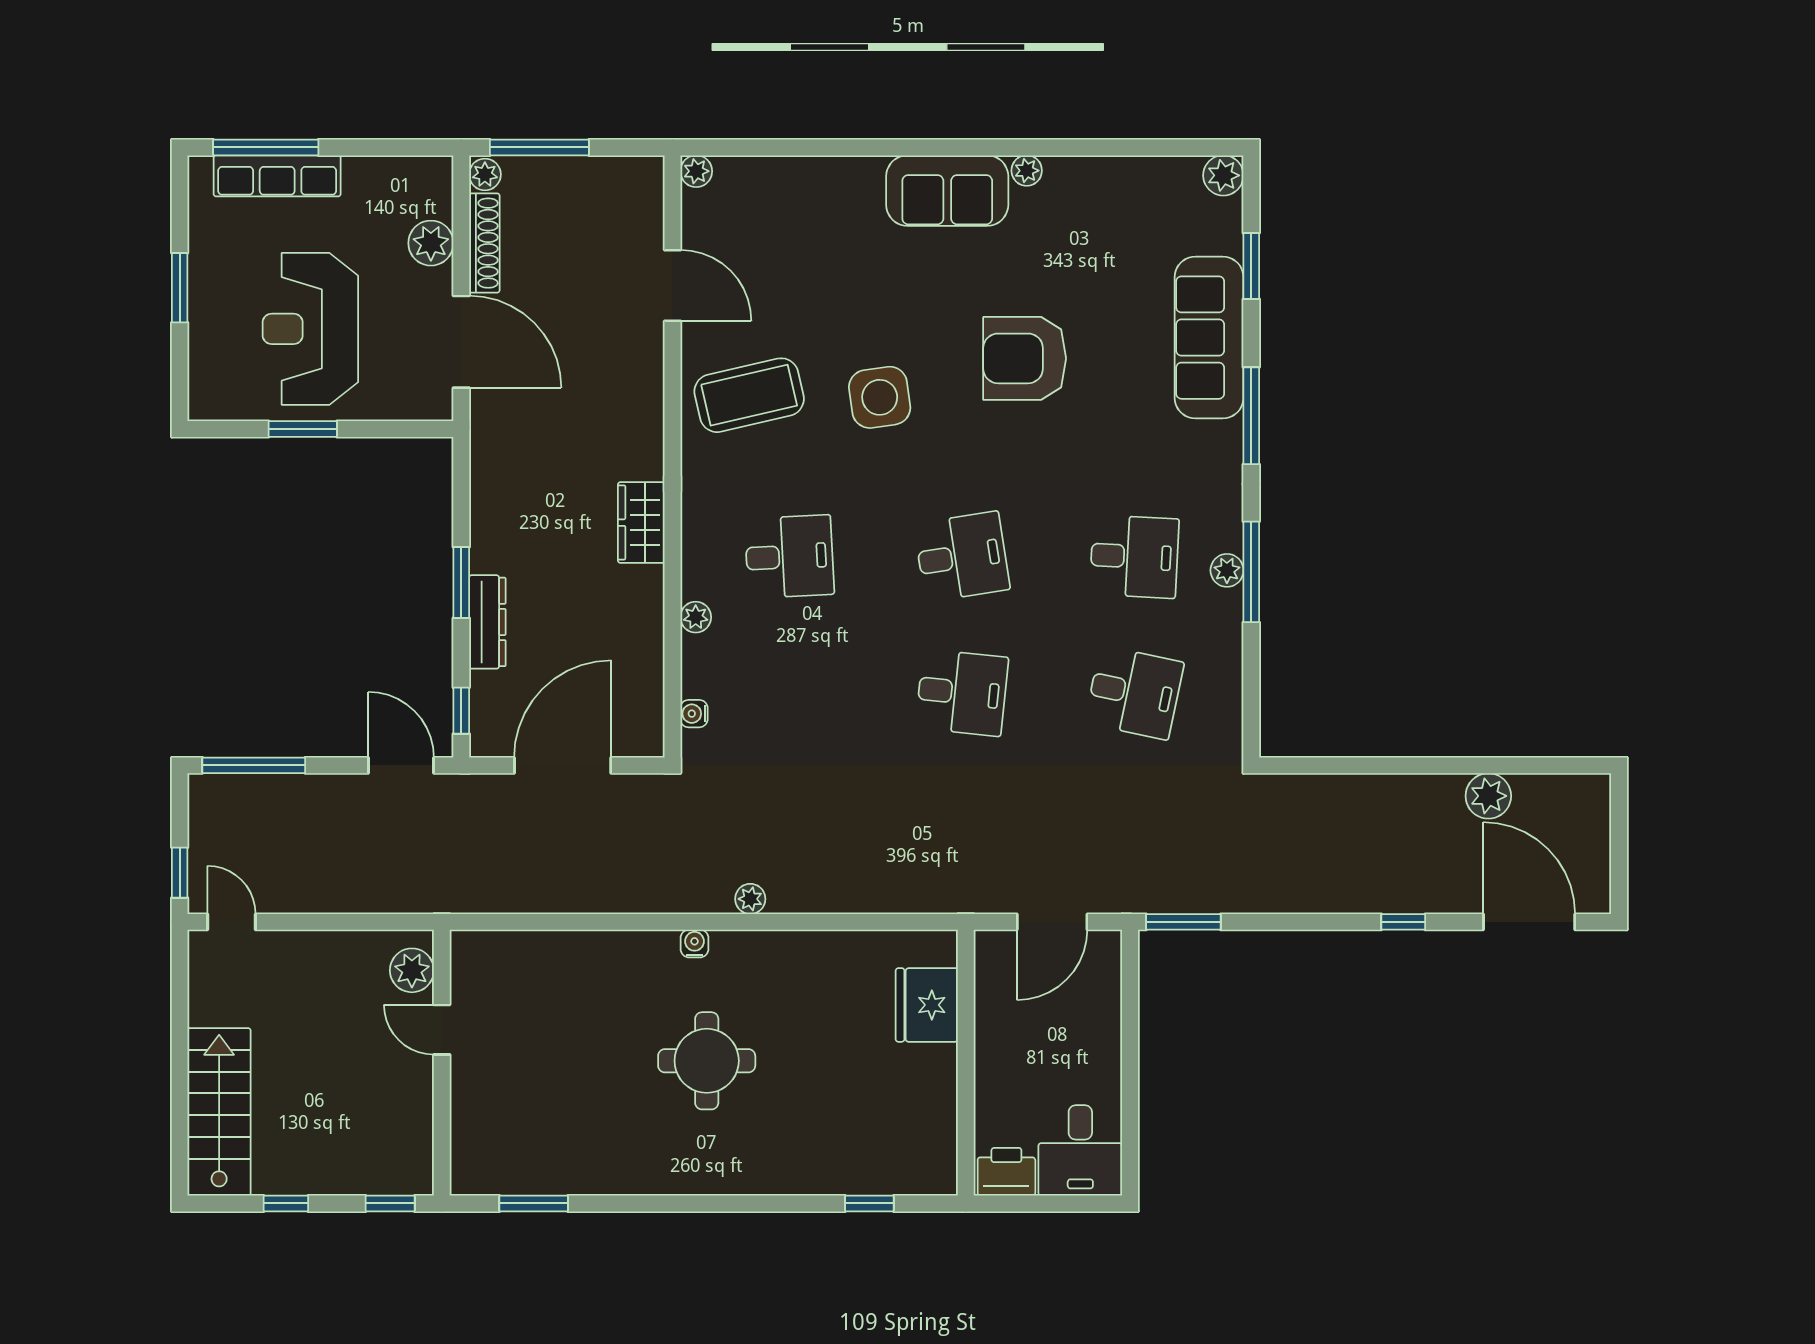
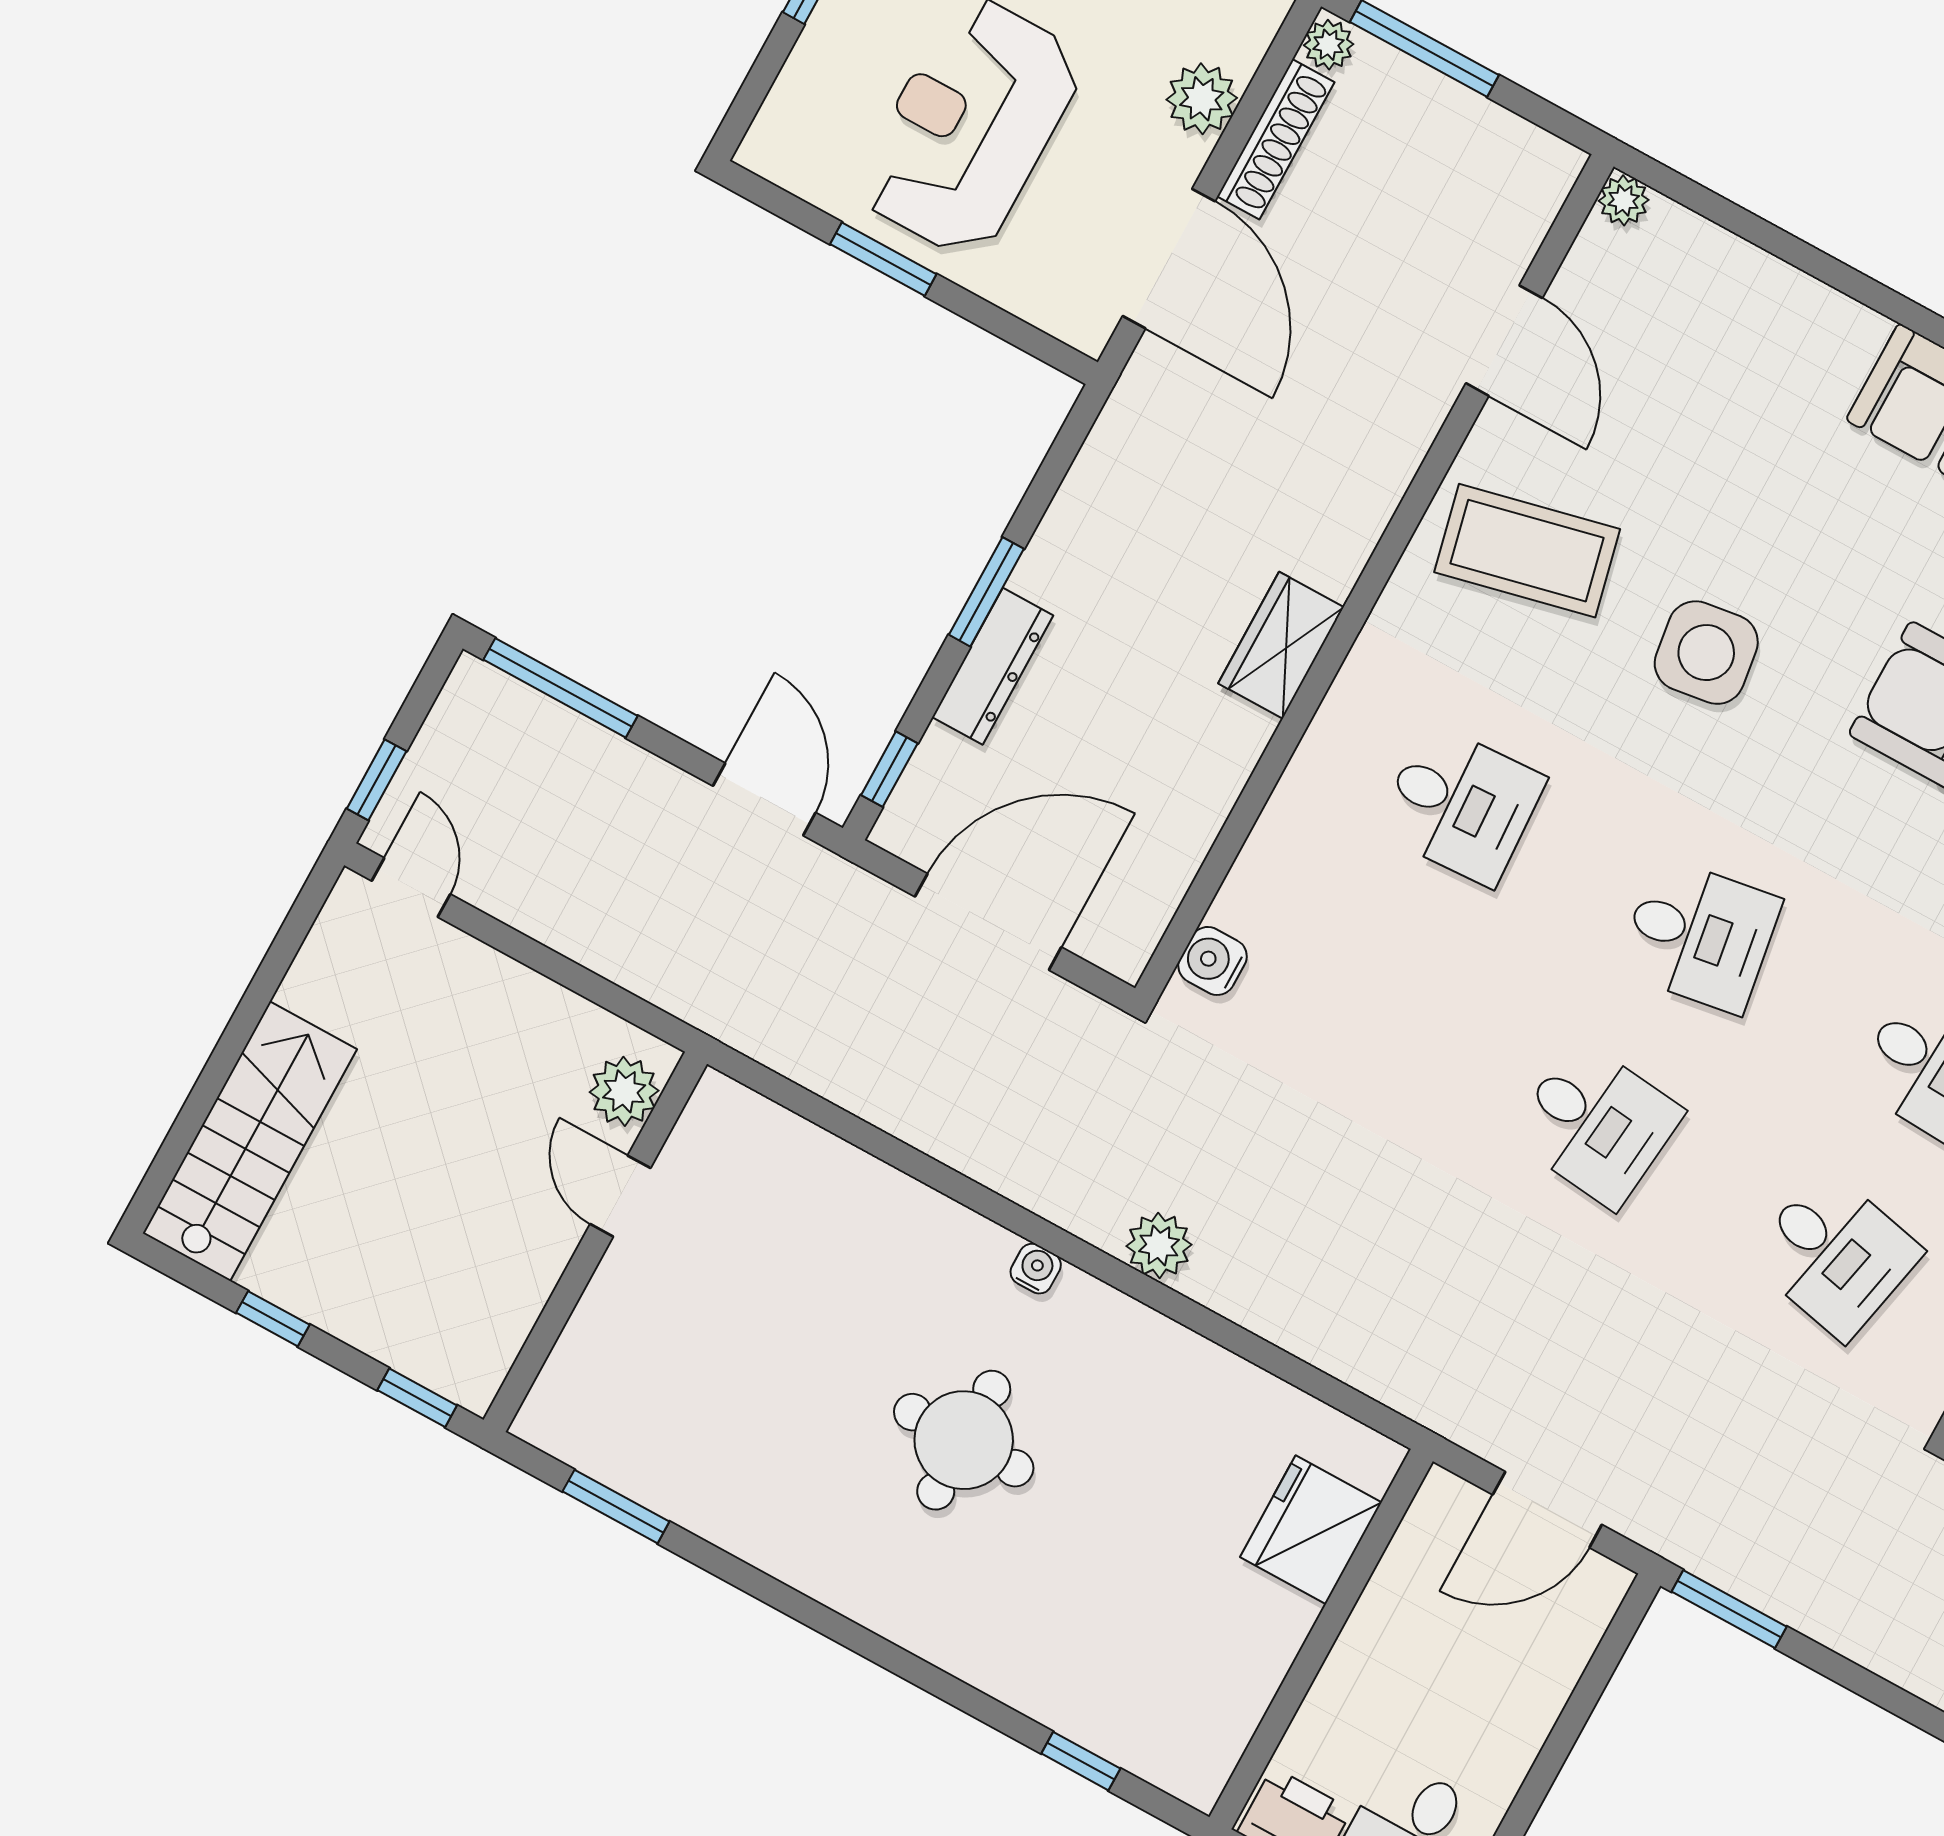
plant: (696, 617) -> (1285, 817), removed
water cooler: (694, 714) -> (1213, 961), width x1.38, depth x1.38
plant: (750, 899) -> (1159, 1245), width x1.38, depth x1.38

